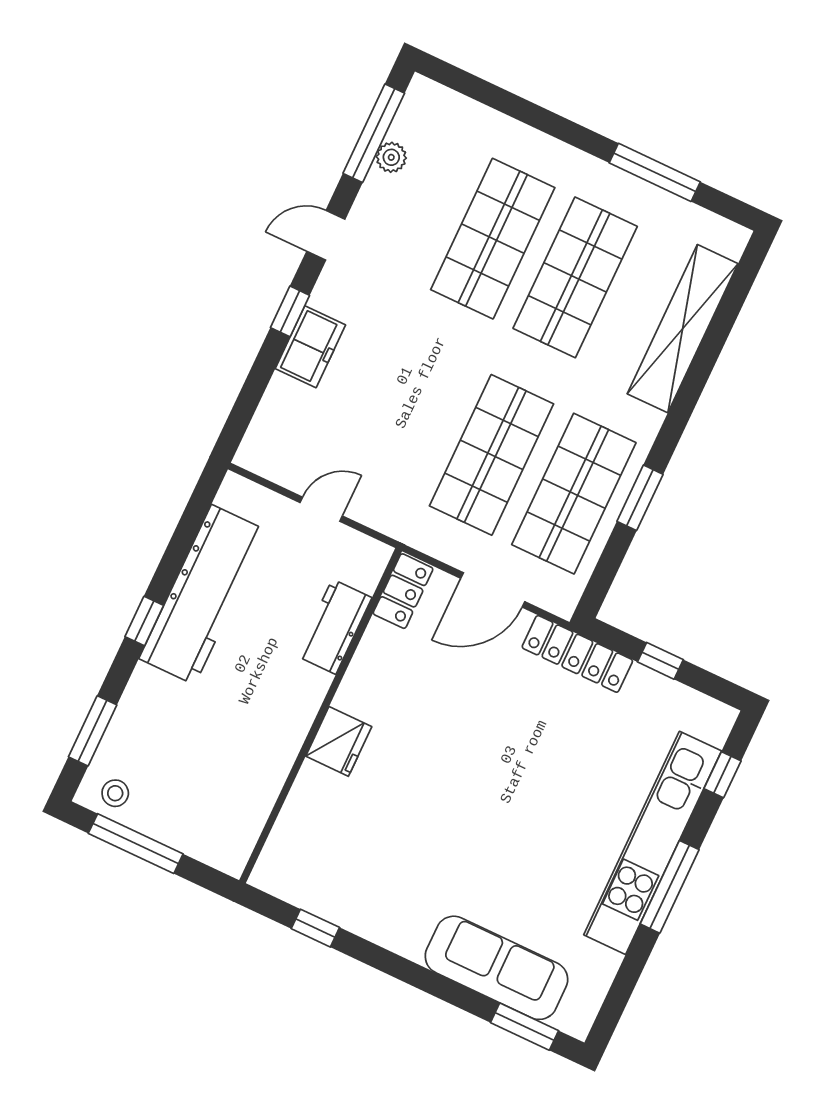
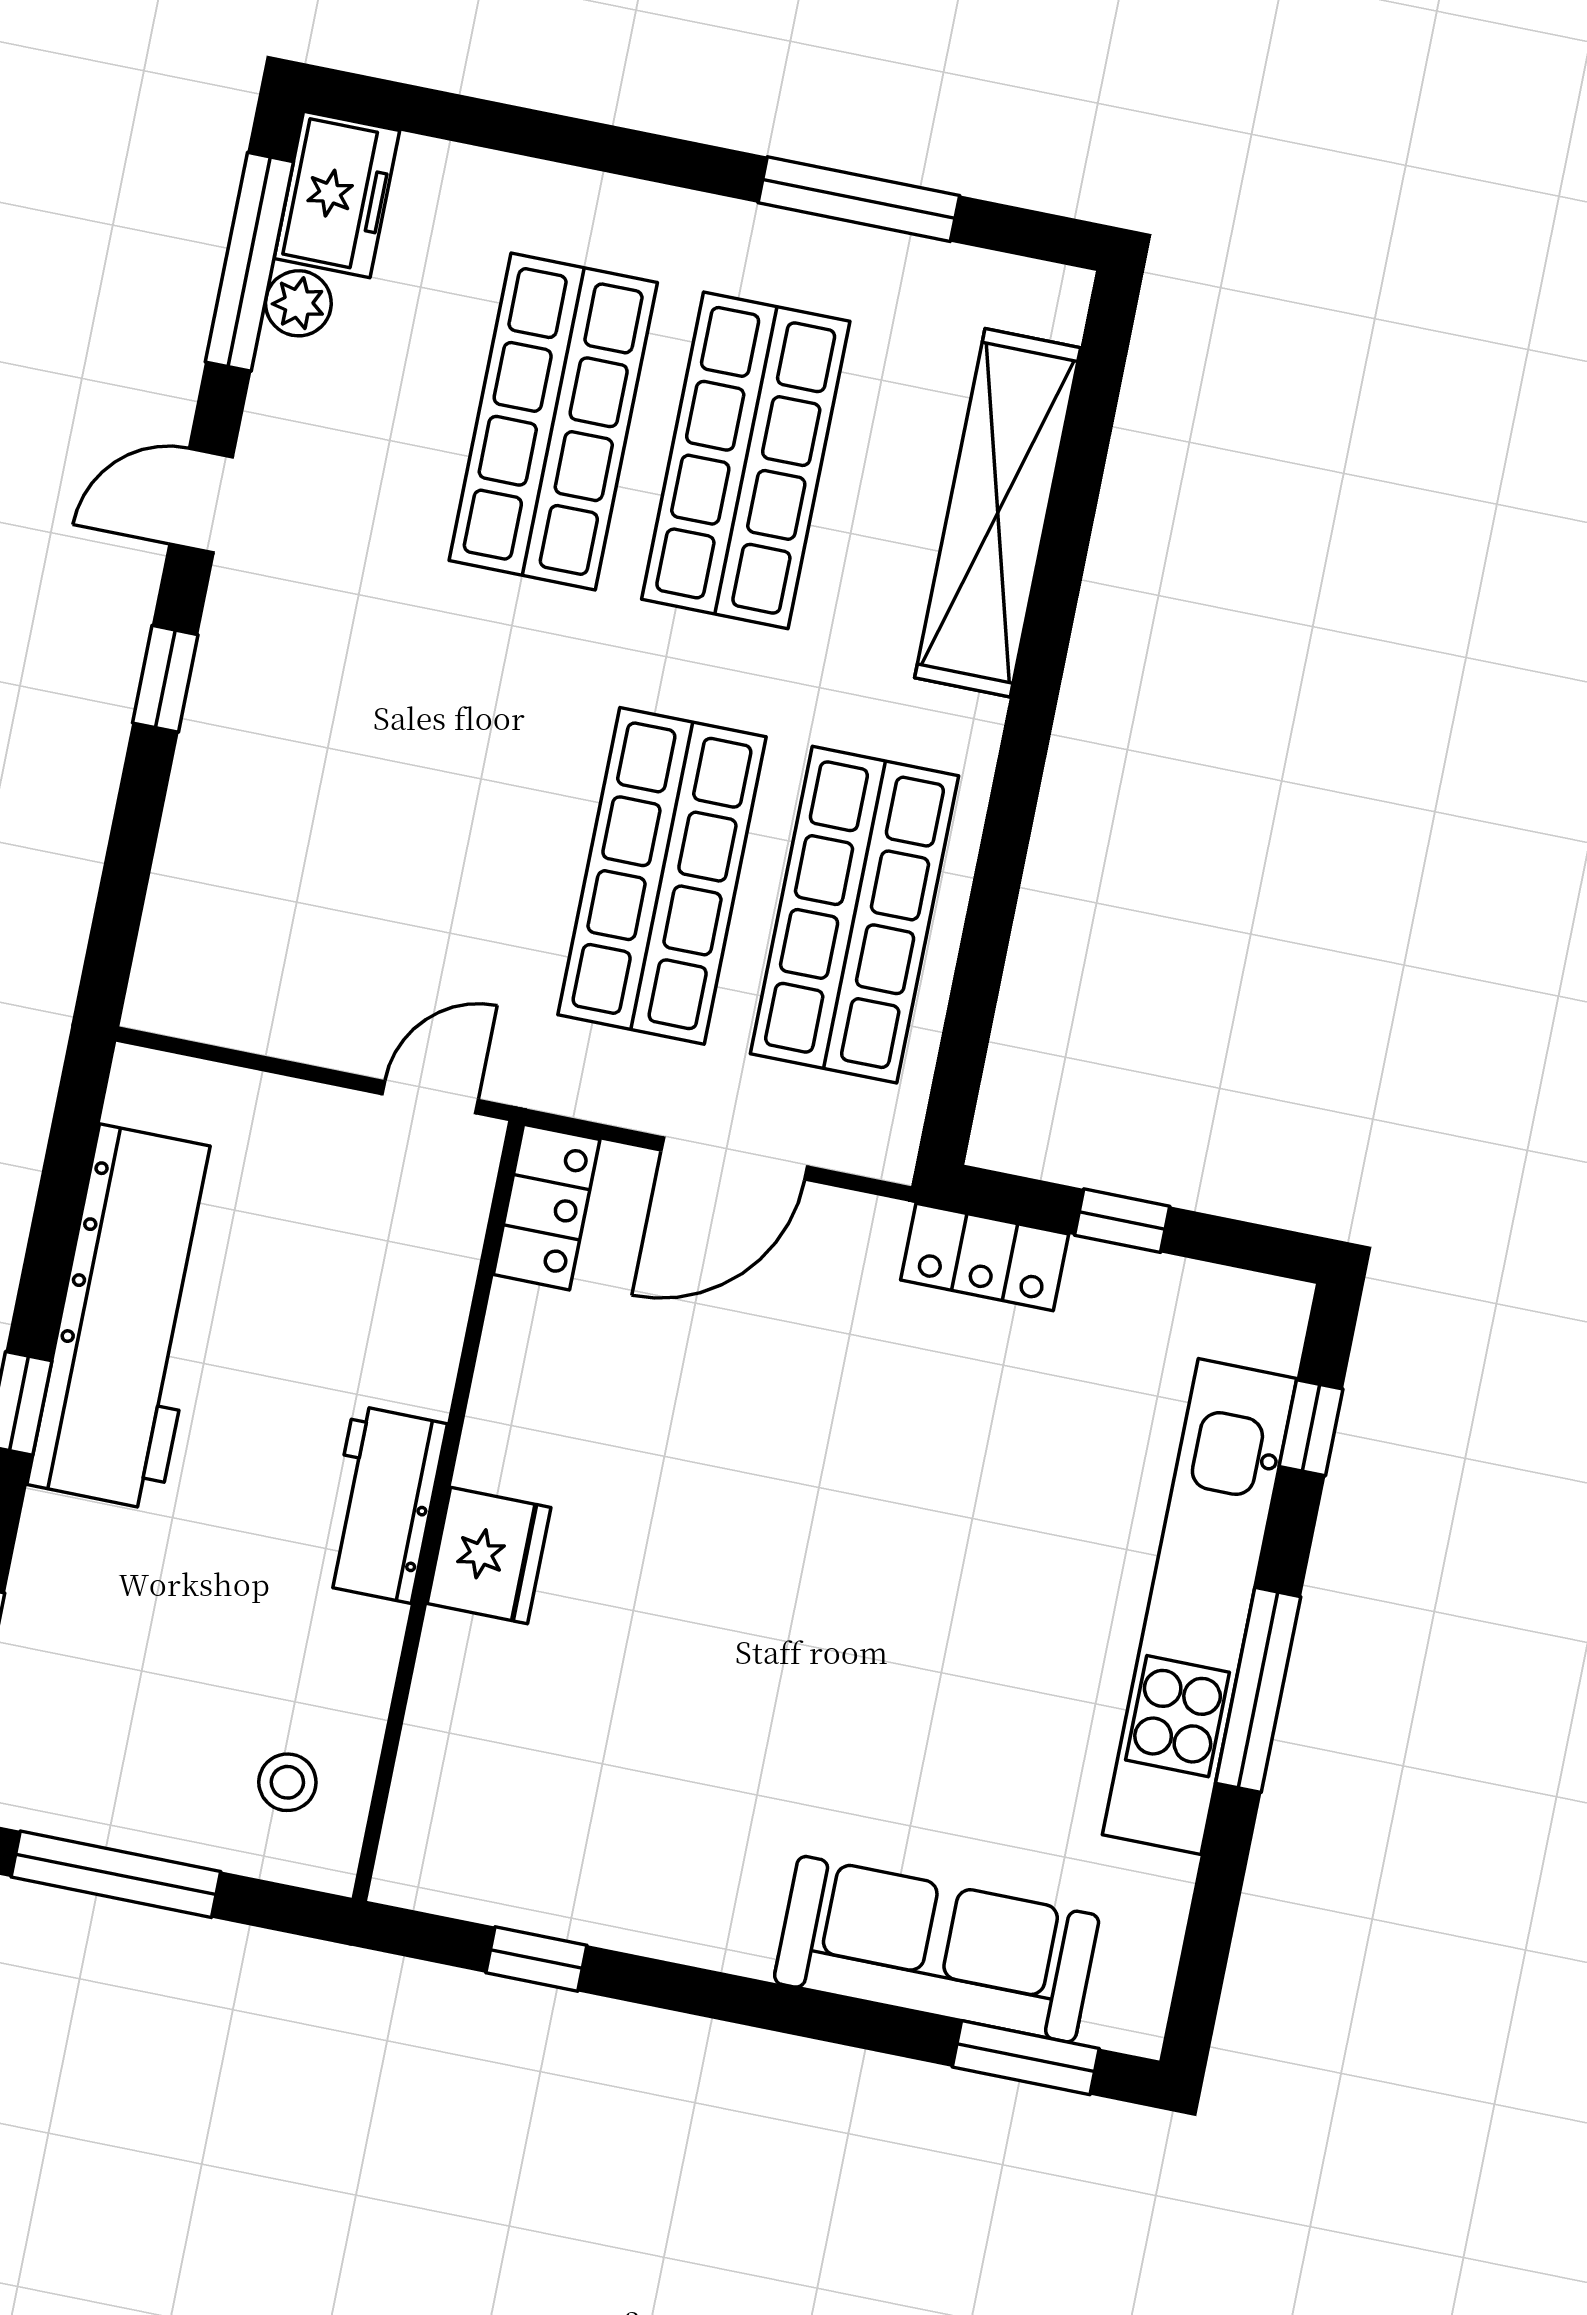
freezer: (310, 347) -> (337, 195), moved
window: (640, 498) -> (995, 889), removed
door: (321, 509) -> (430, 1097), moved
workbench: (334, 627) -> (383, 1504), moved
locker: (577, 654) -> (985, 1257), width x0.66
stool: (115, 793) -> (287, 1782), moved

